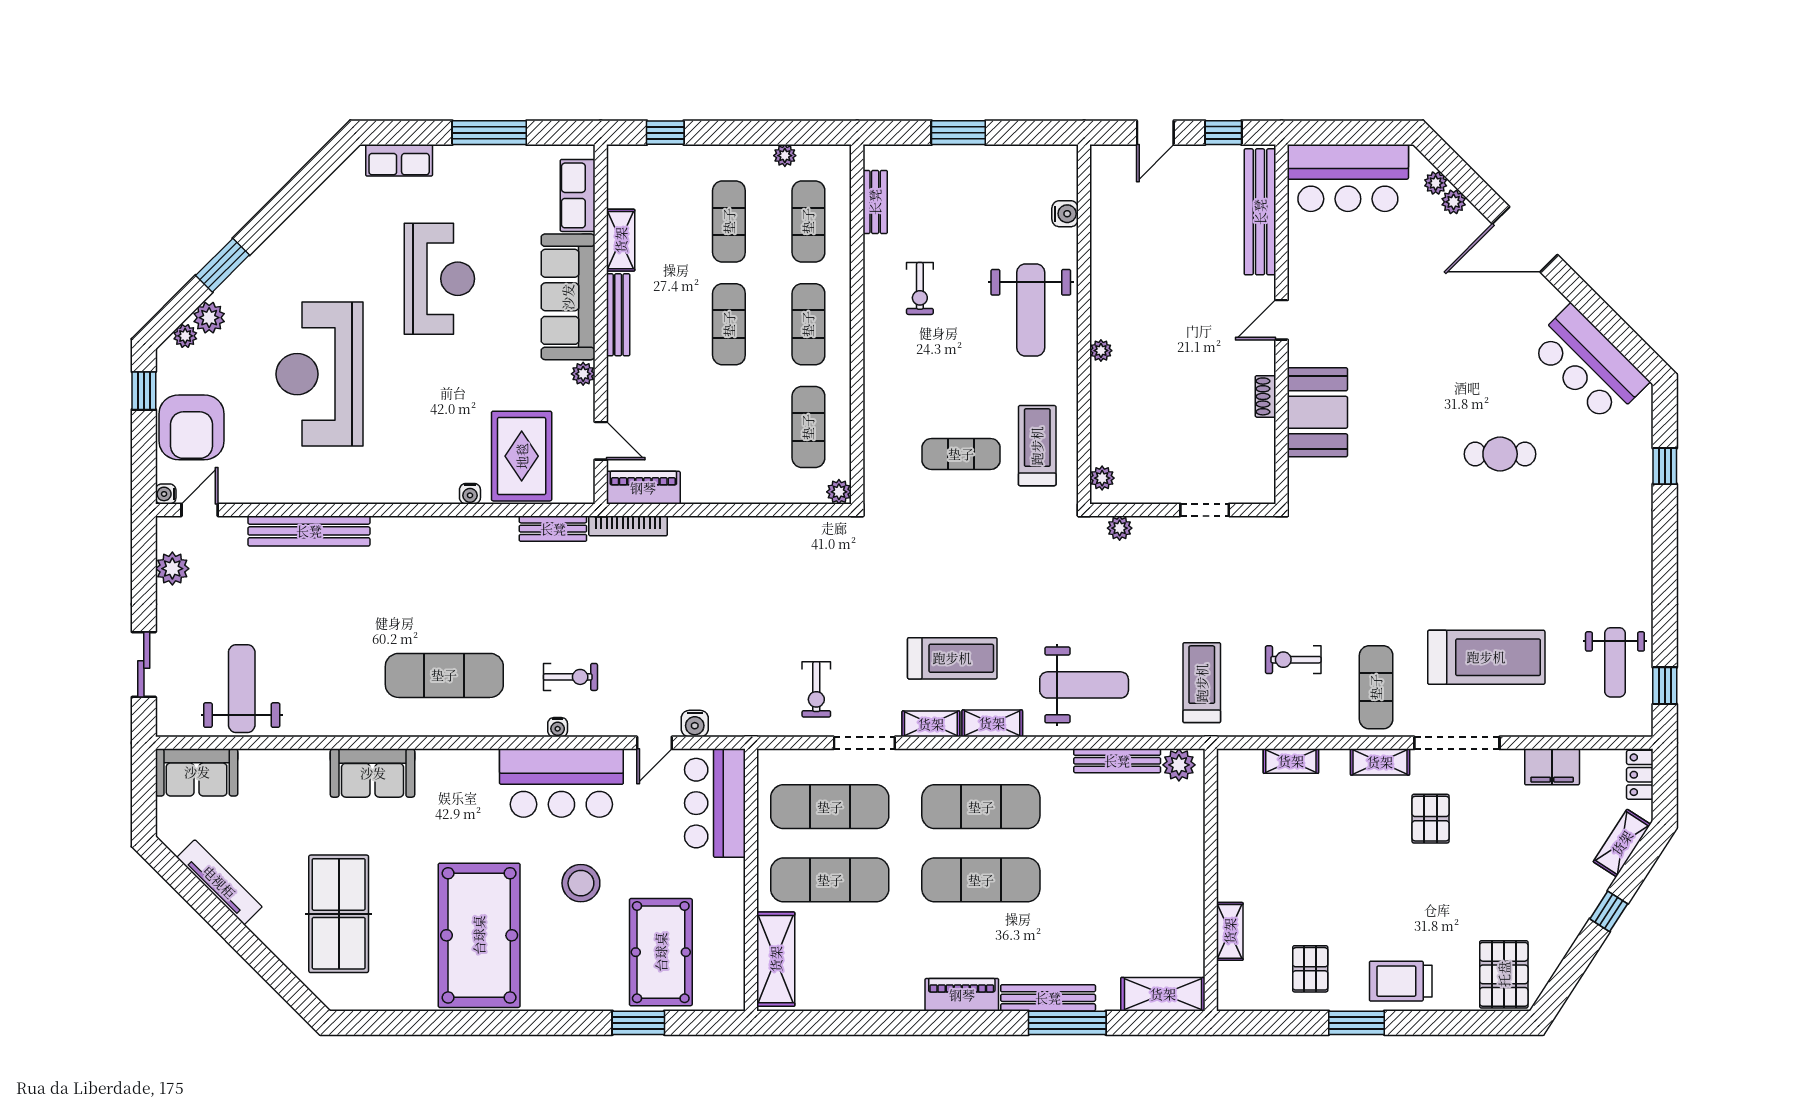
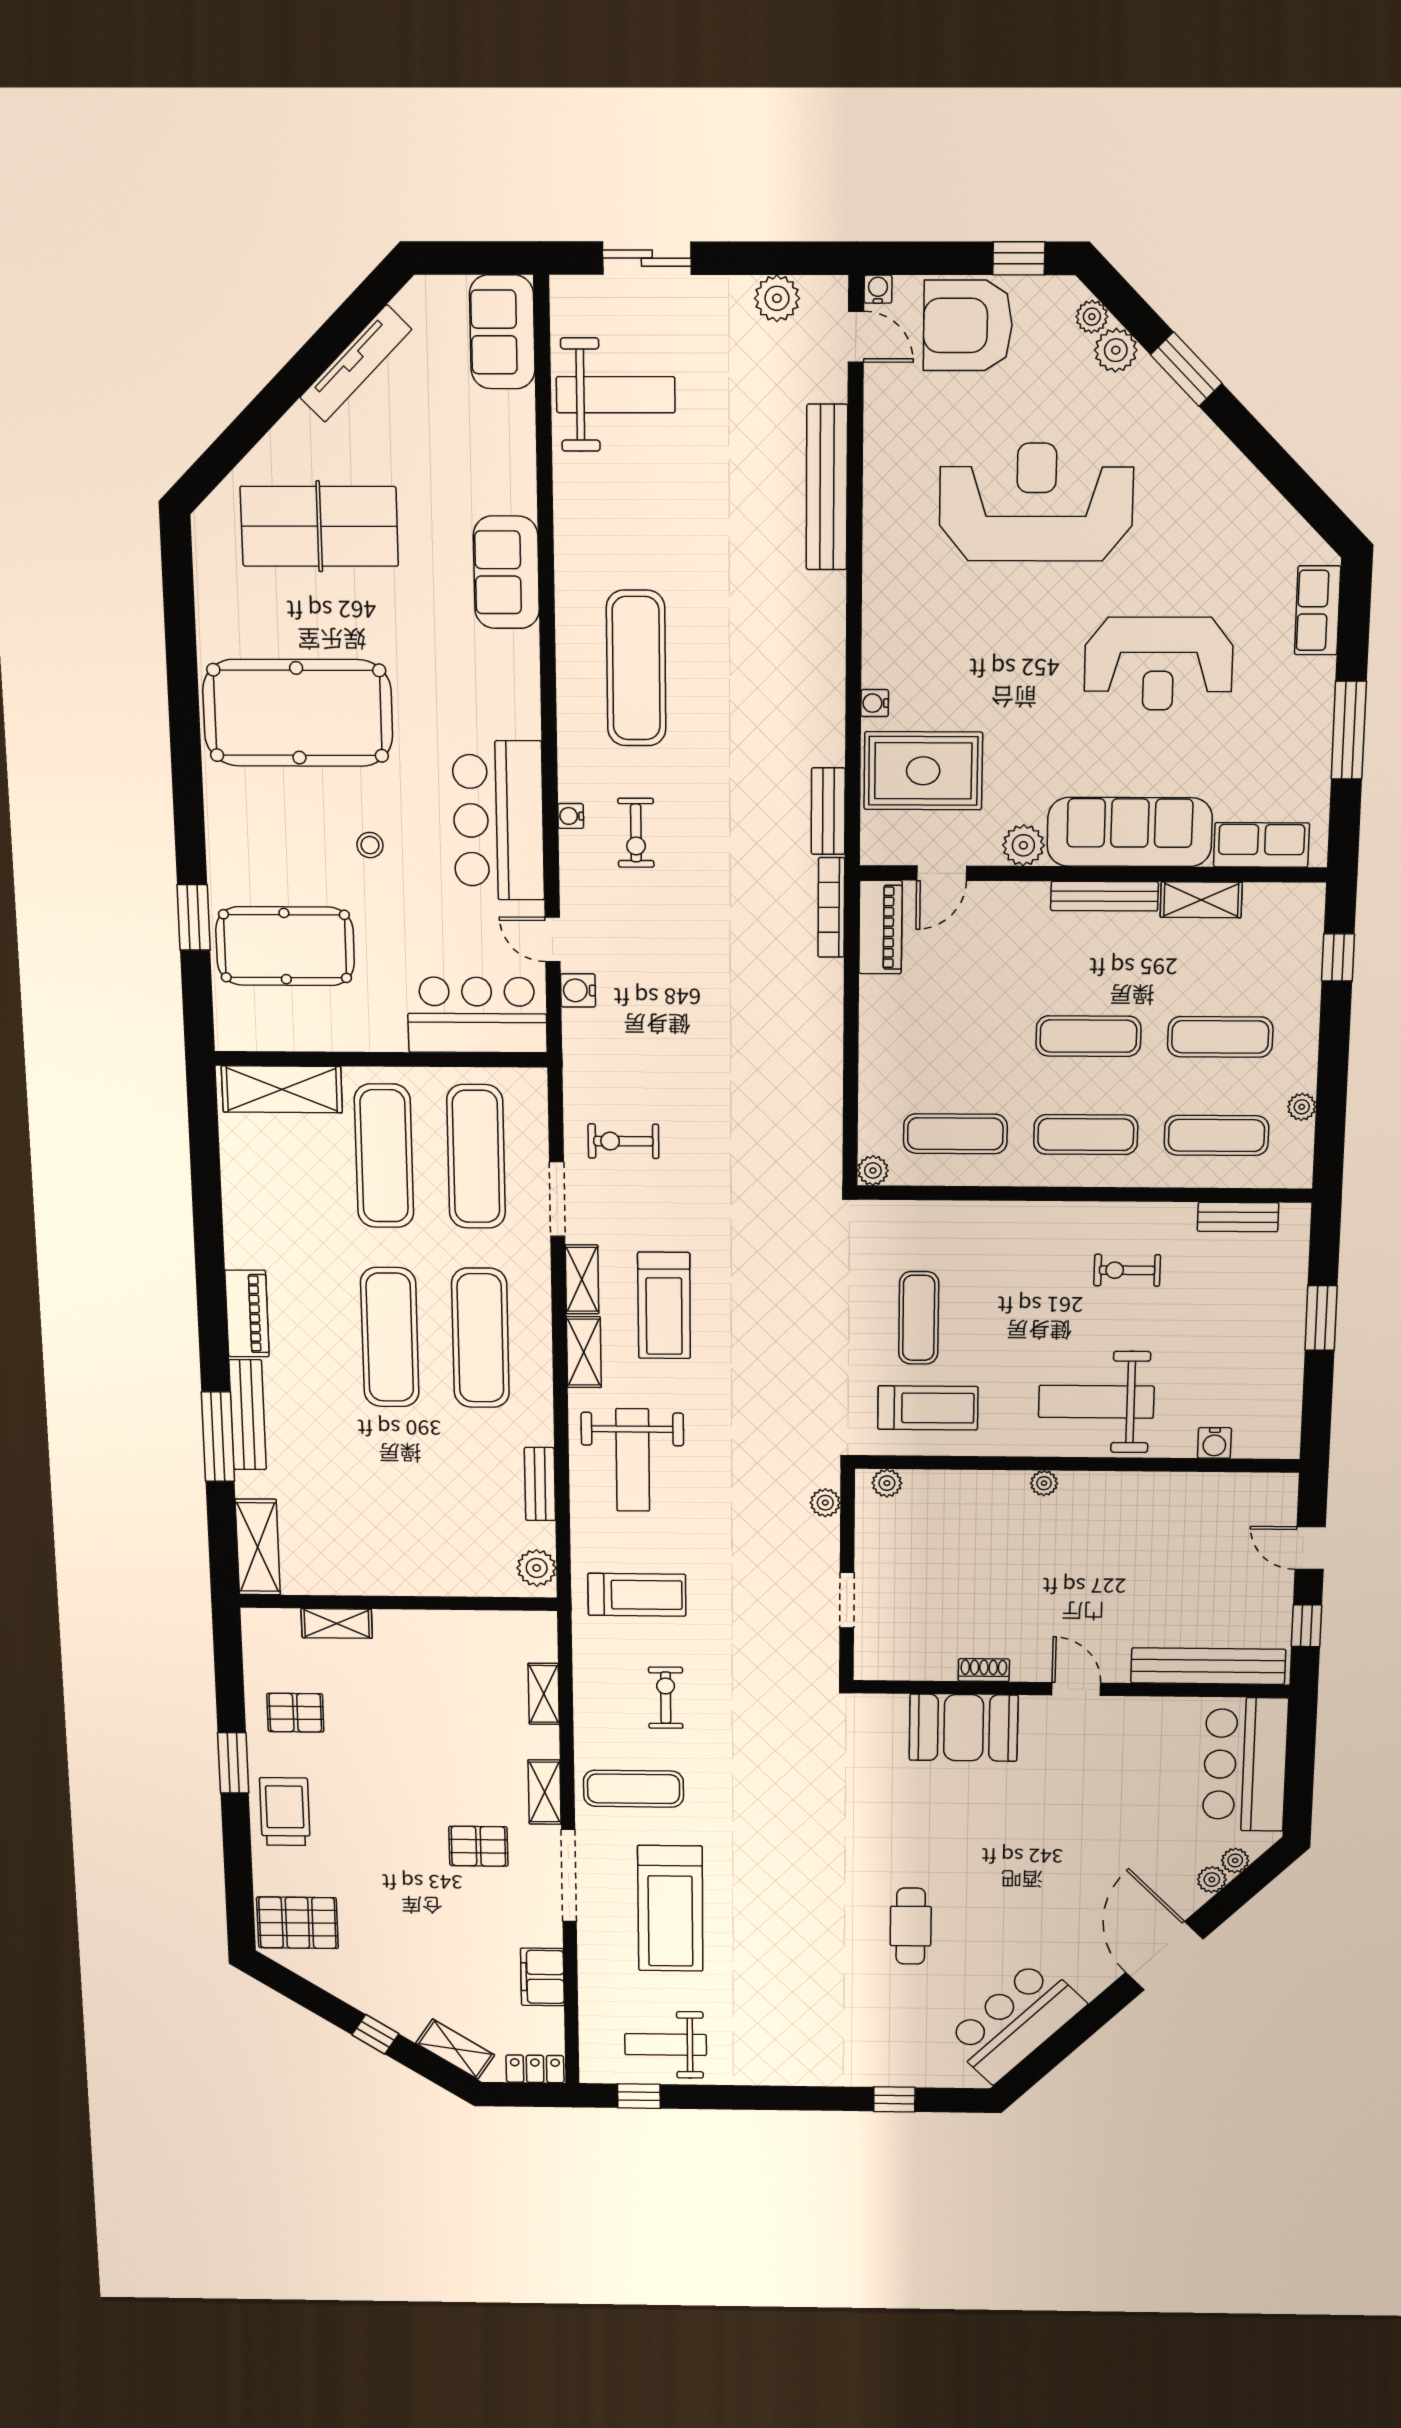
plant: (583, 374) -> (1023, 845), width x1.38, depth x1.38
bench: (1117, 761) -> (540, 1484), width x0.73
stool: (581, 883) -> (370, 845), width x0.53, depth x0.53

